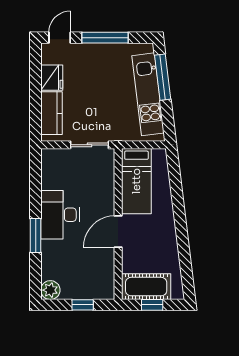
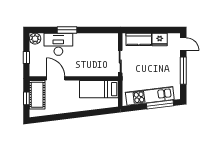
desk: (60, 215) -> (58, 44), moved
door: (118, 232) -> (56, 78), moved

